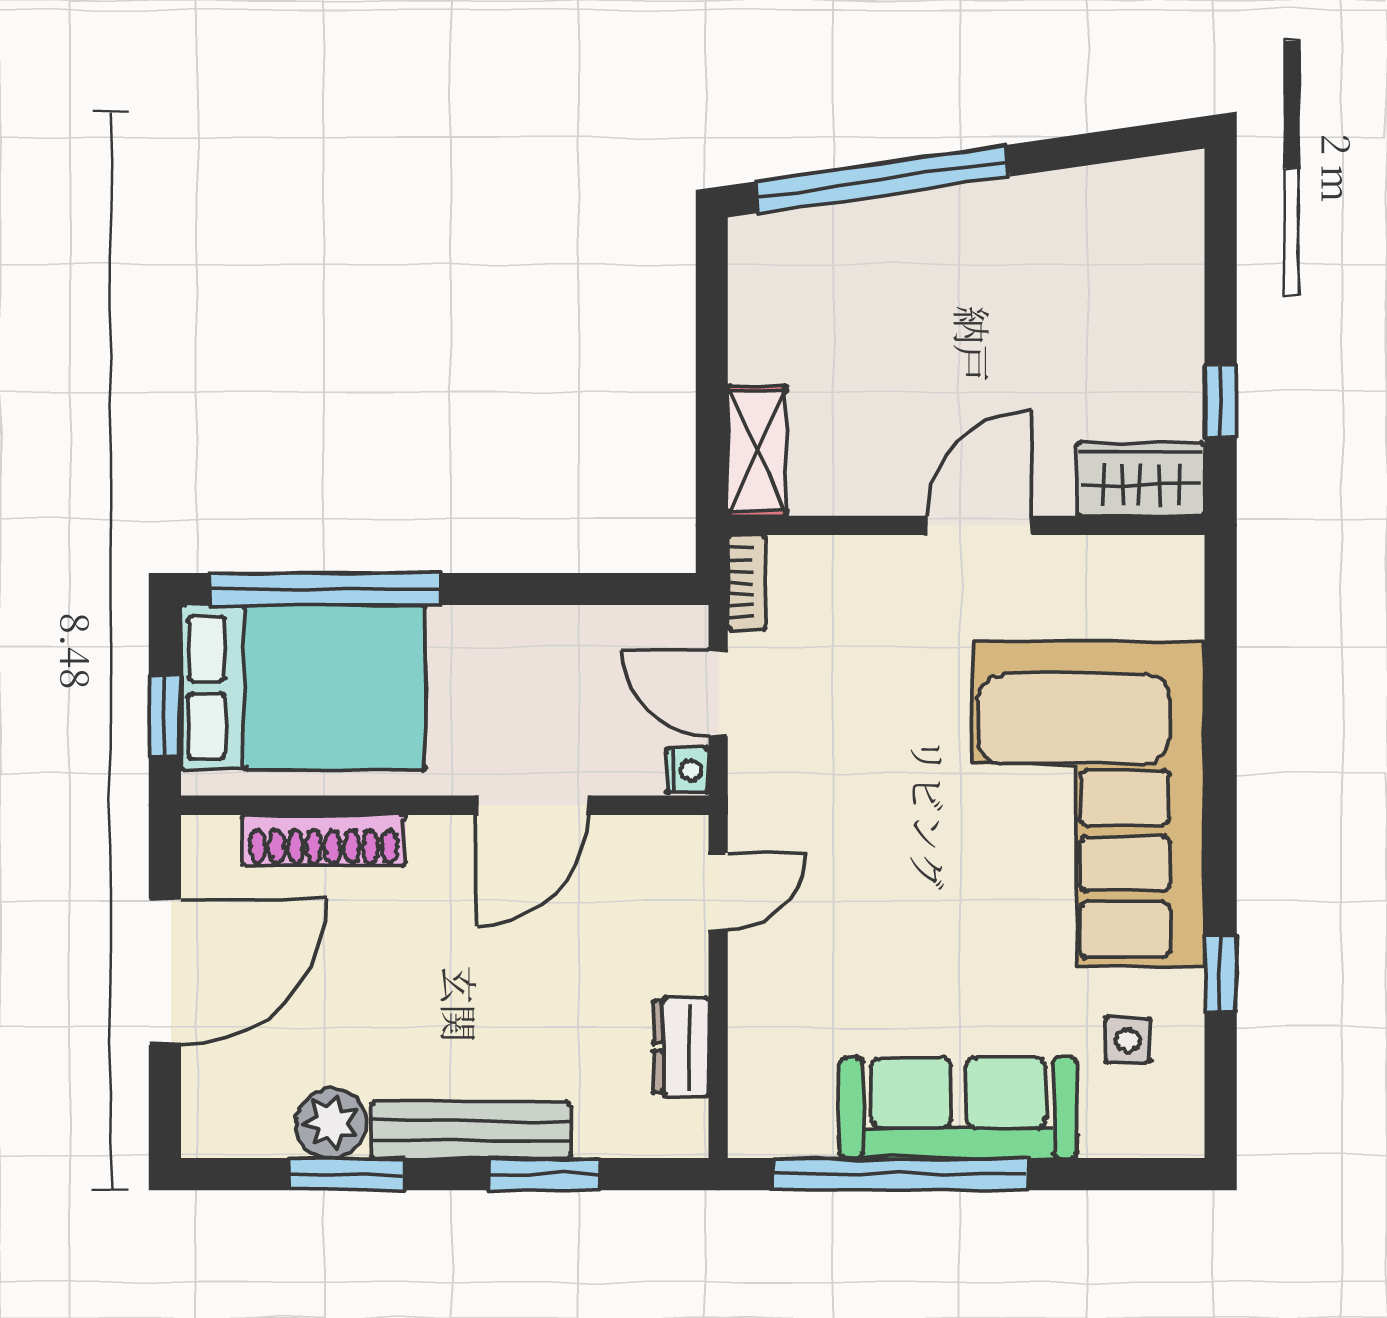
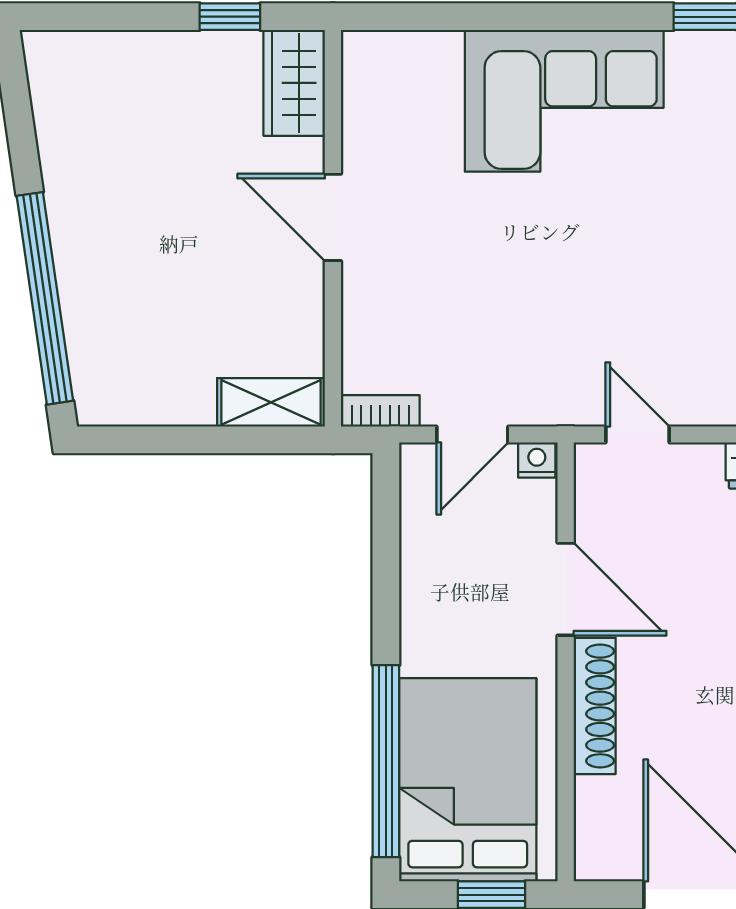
corner sofa: (1089, 803) -> (564, 101), width x0.73, depth x0.74
shoe rack: (324, 840) -> (595, 706), moved

